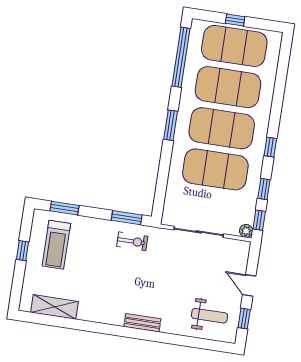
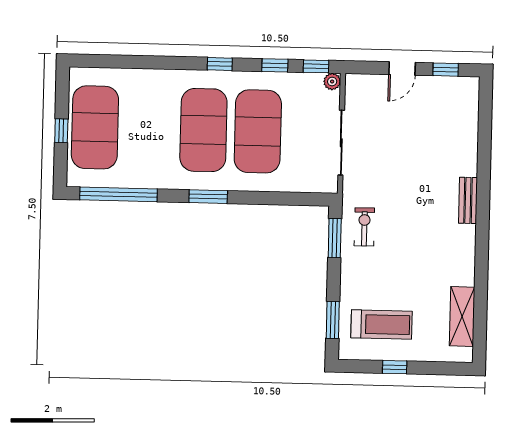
exercise mat: (228, 87) -> (149, 129), removed
weight bench: (209, 316) -> (448, 115), removed

